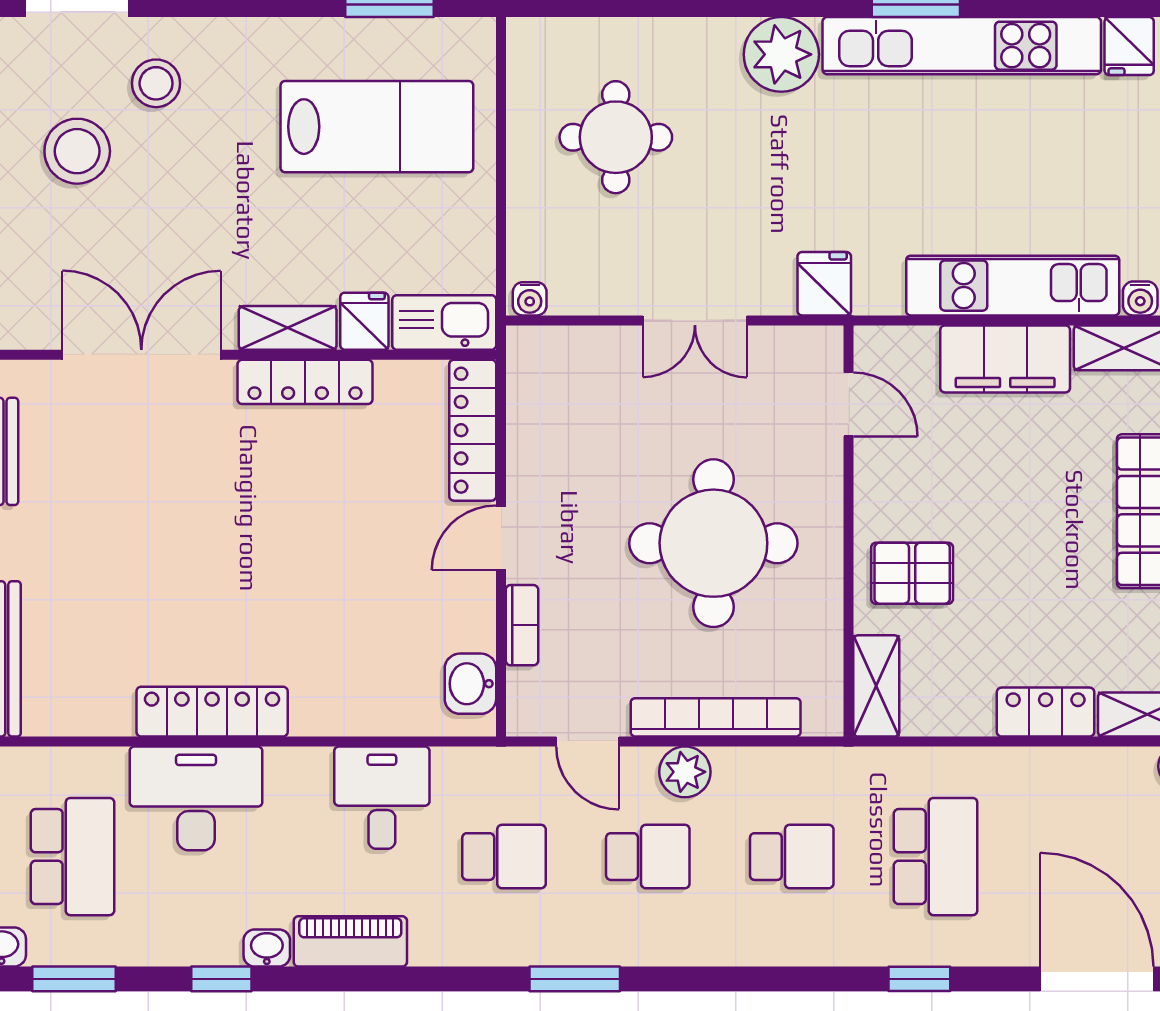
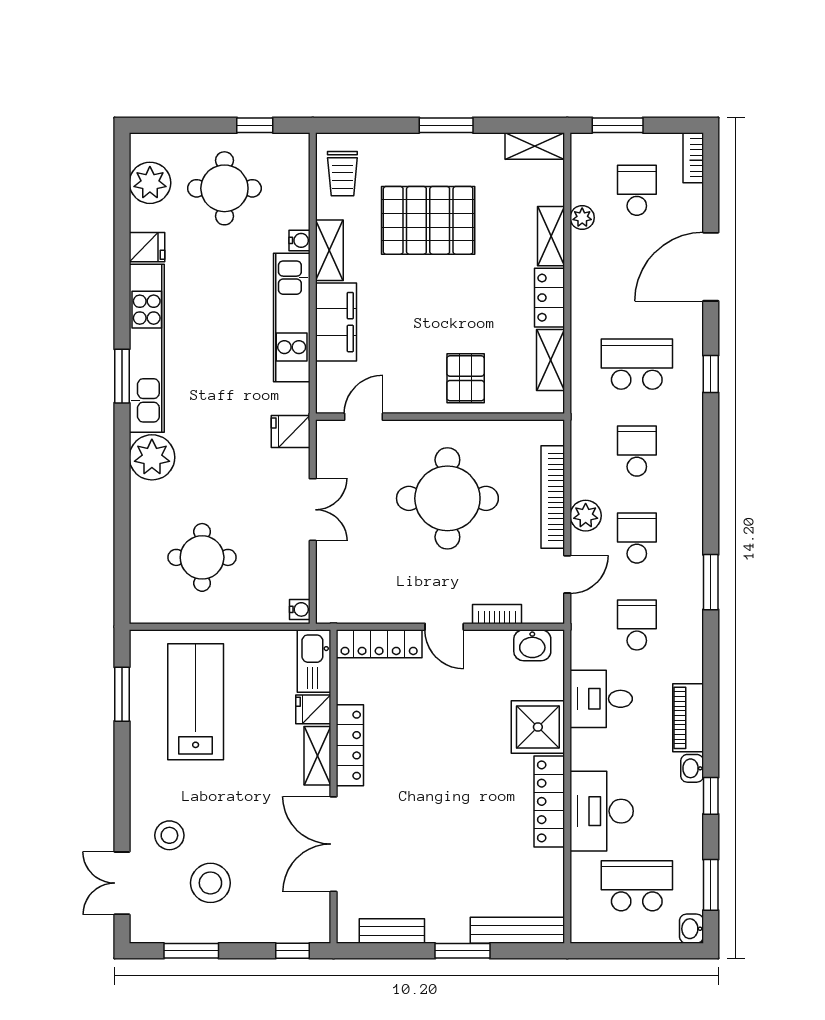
shelving: (876, 686) -> (551, 360), moved, turned 90
shower: (335, 693) -> (538, 727), added

